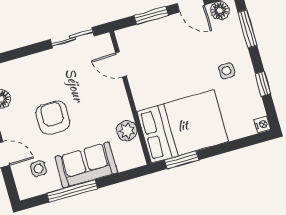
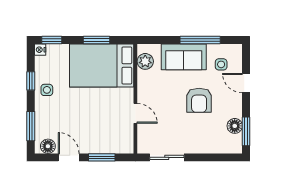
door: (121, 65) -> (135, 113), moved
side table: (227, 71) -> (47, 90), moved
plant: (127, 131) -> (145, 61), moved
window: (251, 140) -> (52, 40), added
window: (182, 160) -> (97, 40), moved

